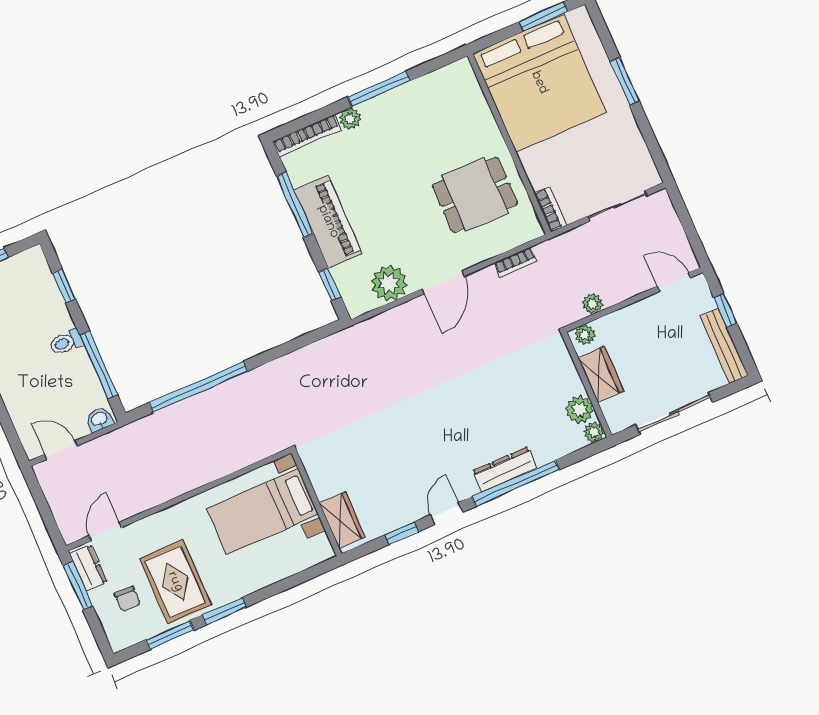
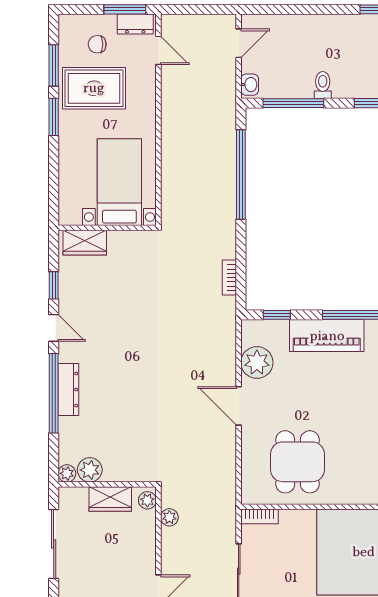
bookcase: (516, 262) -> (229, 278), moved

